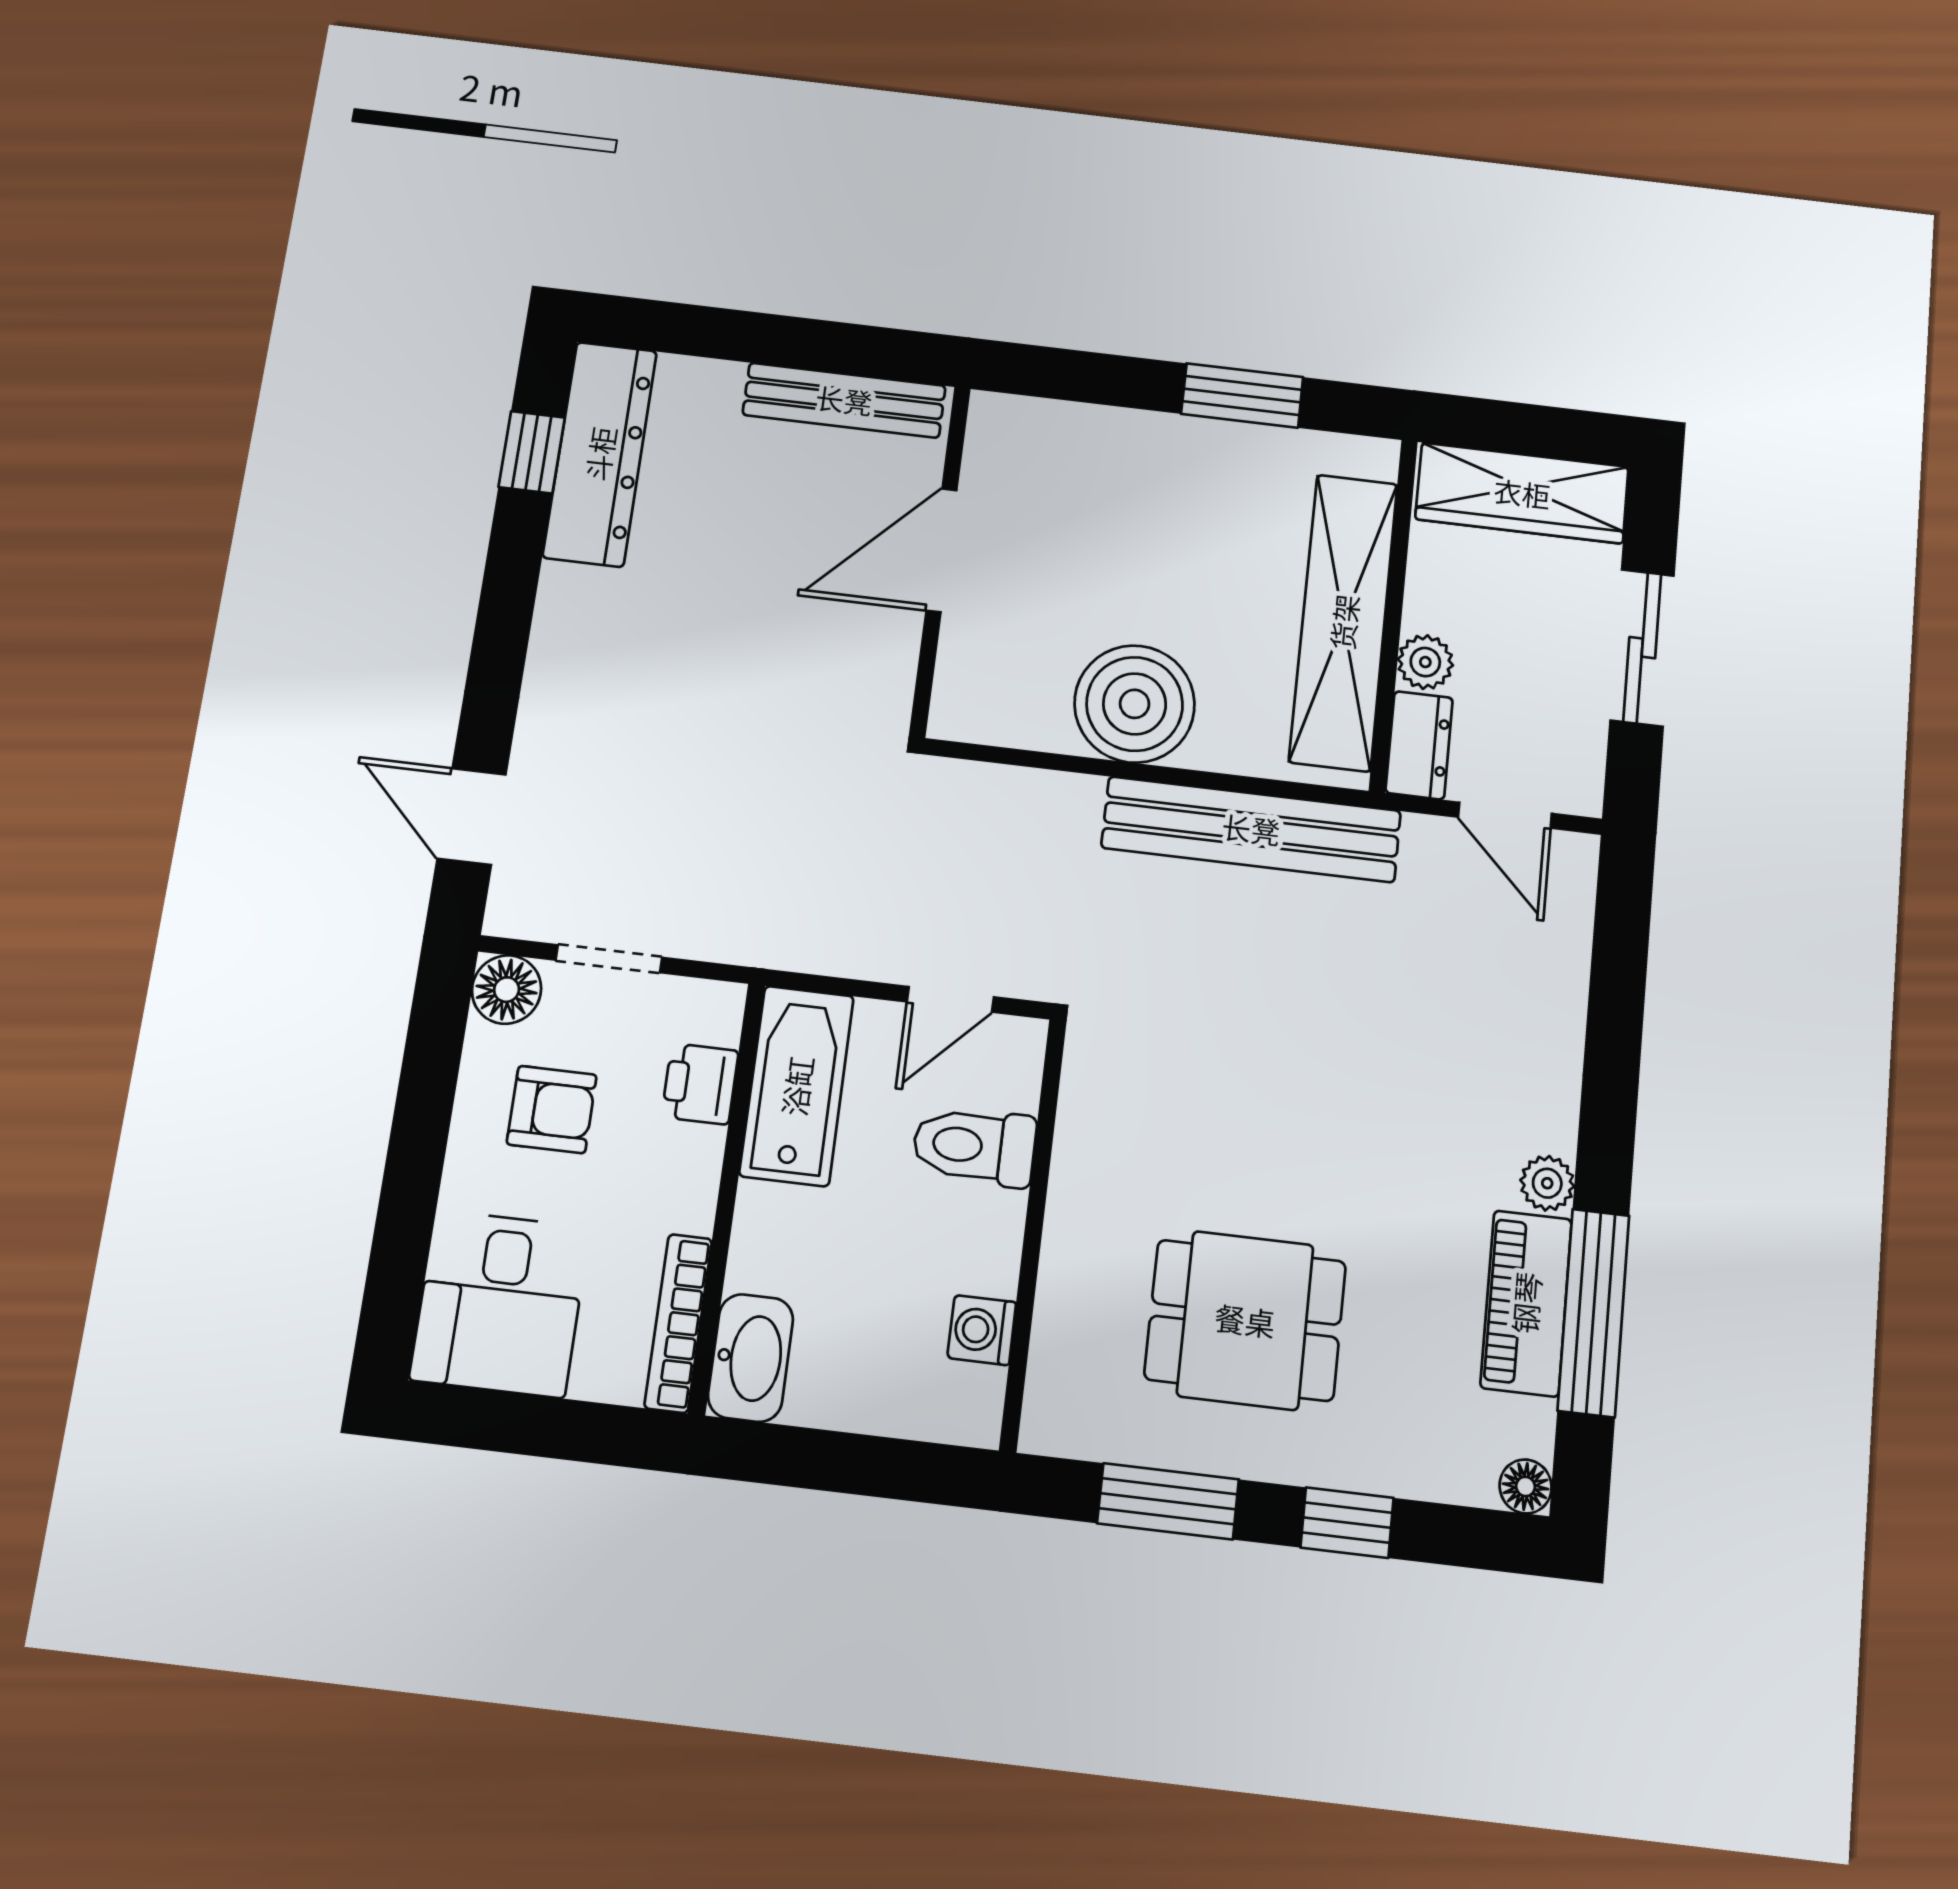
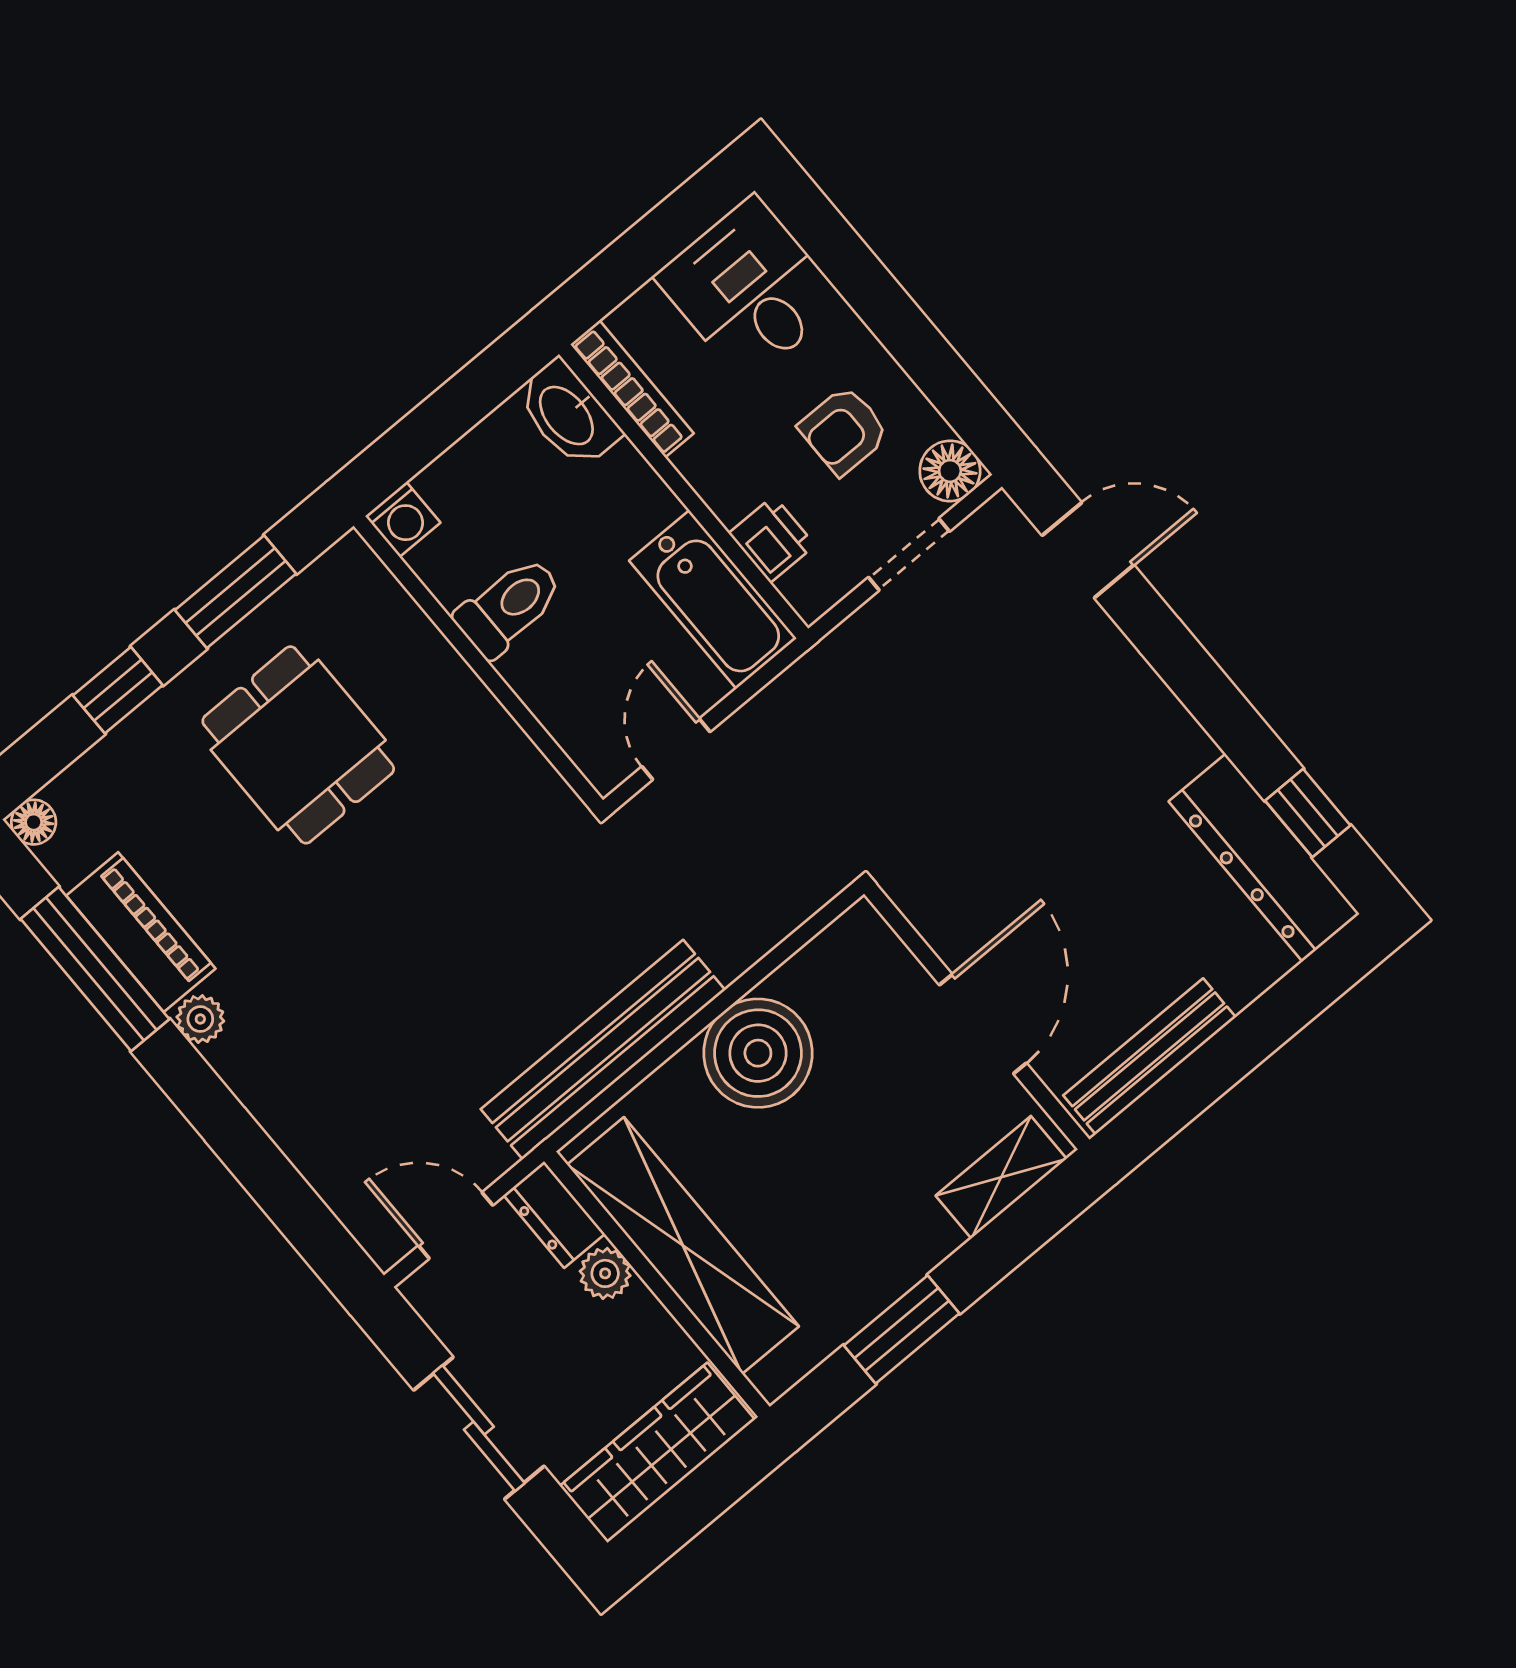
shelving: (1049, 427) -> (1001, 1177), added
toilet: (974, 1146) -> (509, 606), moved
dining table: (1245, 1320) -> (298, 745), turned 90
washing machine: (982, 1330) -> (403, 519), moved, turned 90

